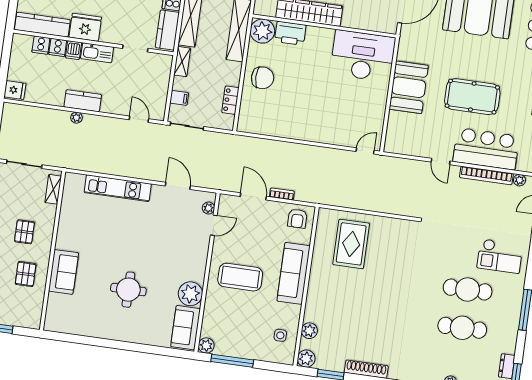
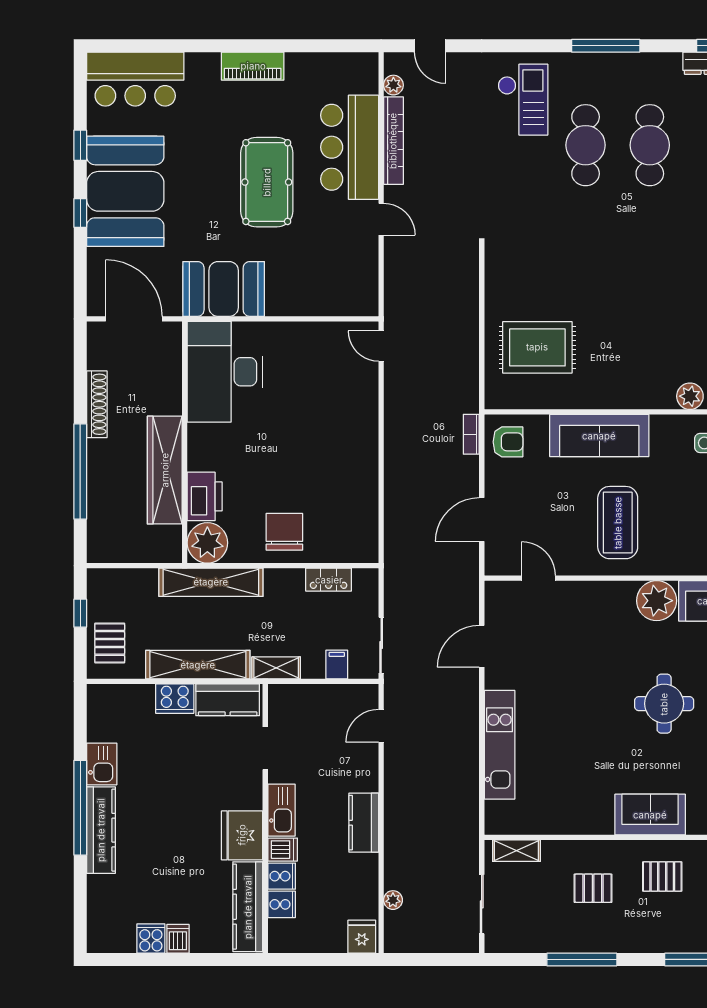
booth: (409, 87) -> (224, 289), moved
plant: (76, 118) -> (393, 900), moved
door: (441, 162) -> (381, 219), hinge flipped
bookcase: (282, 194) -> (471, 434), moved
plant: (208, 208) -> (511, 591), removed

